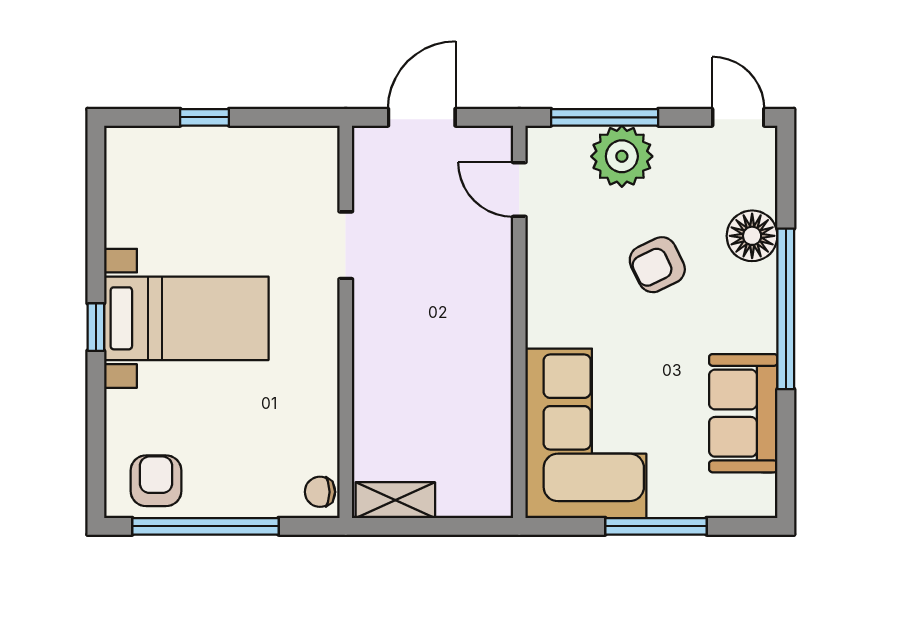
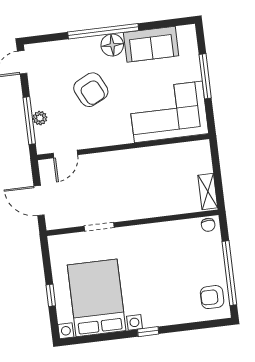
plant: (622, 156) -> (40, 118), width x0.53, depth x0.53
floor lamp: (752, 236) -> (112, 45), moved
armchair: (657, 265) -> (91, 90), width x1.38, depth x1.38
bed with nightstands: (186, 318) -> (97, 298), moved, width x1.36

